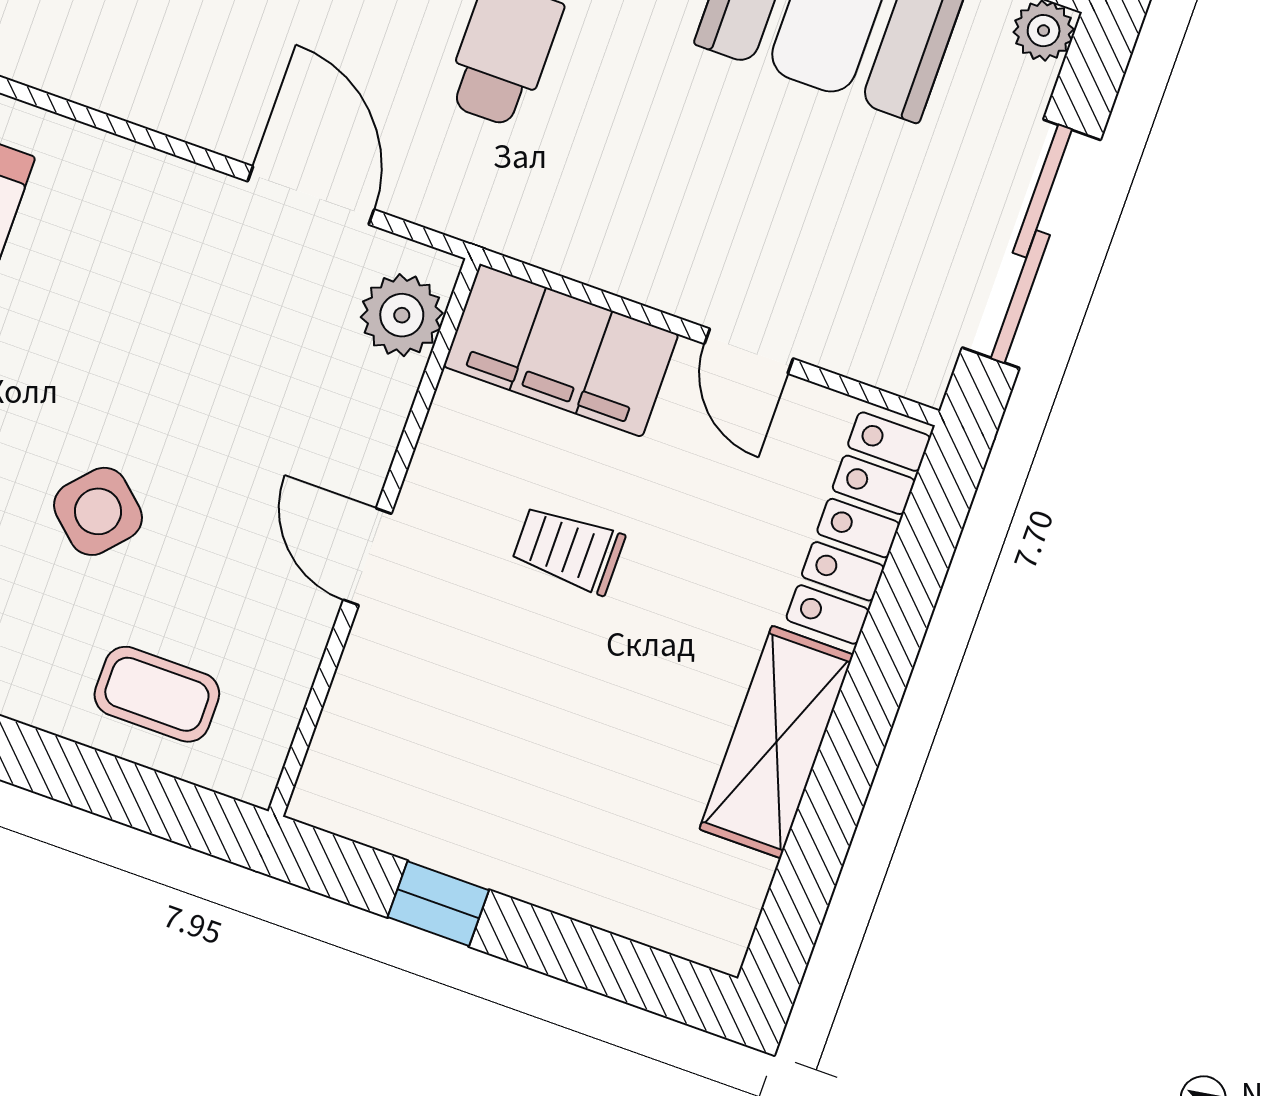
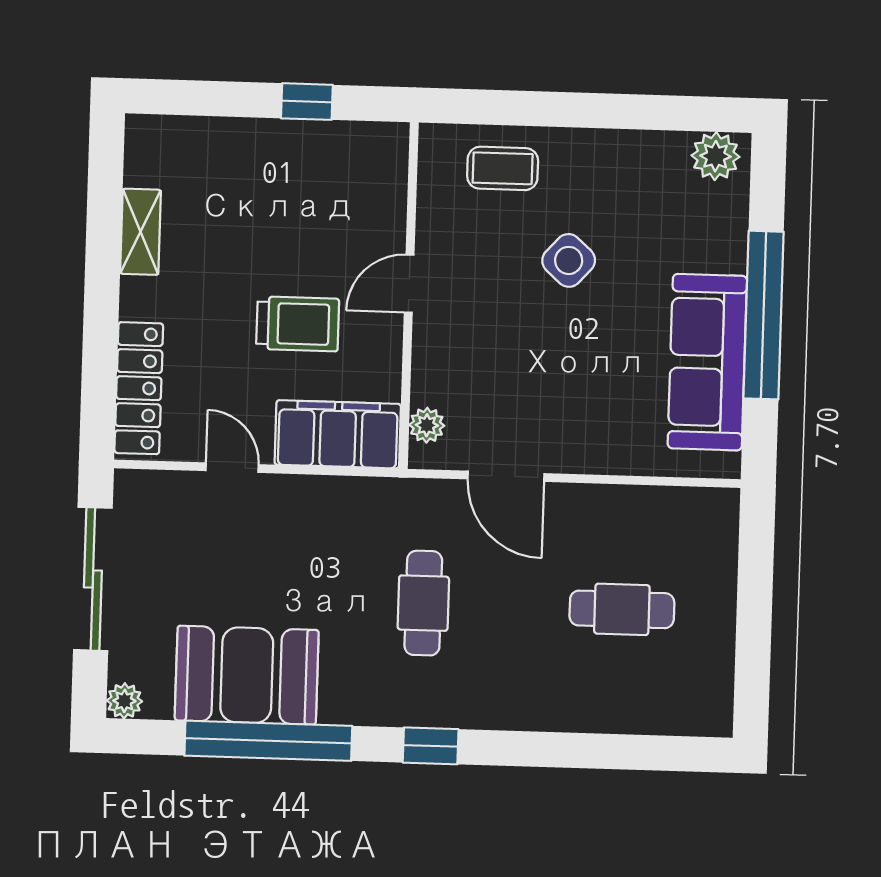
plant: (402, 315) -> (427, 425), width x0.73, depth x0.73
trolley: (568, 549) -> (298, 324), width x1.36, depth x1.39
door: (367, 557) -> (409, 284), swing flipped
shelving: (776, 742) -> (140, 232), width x0.67, depth x0.75

